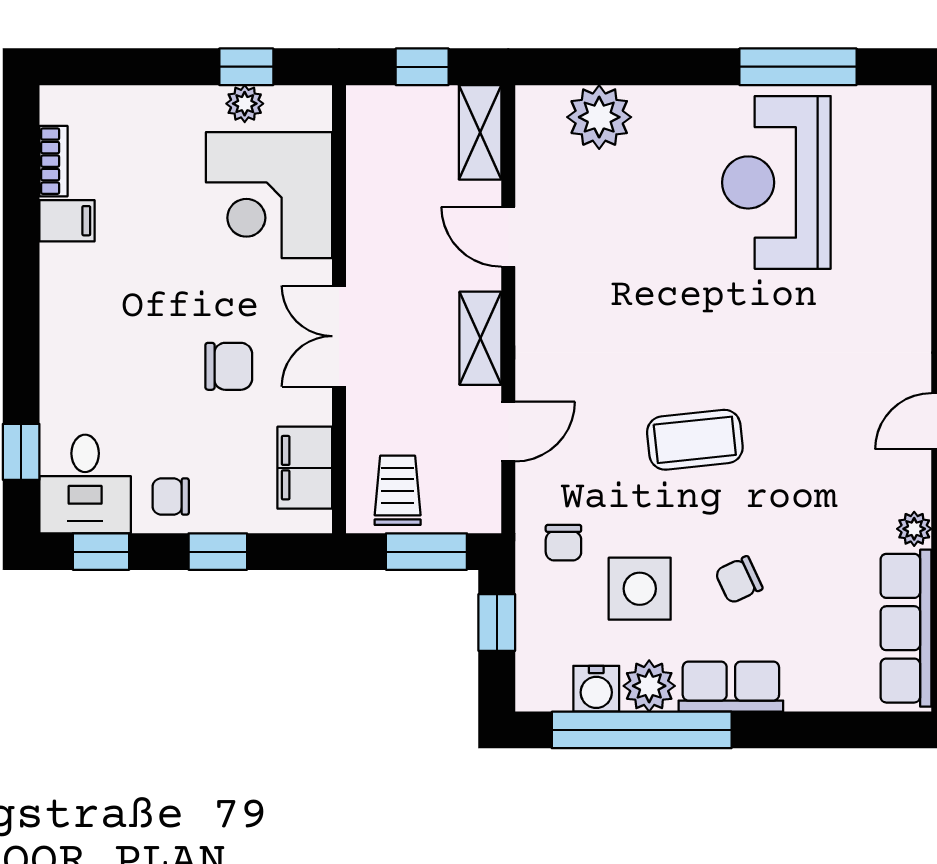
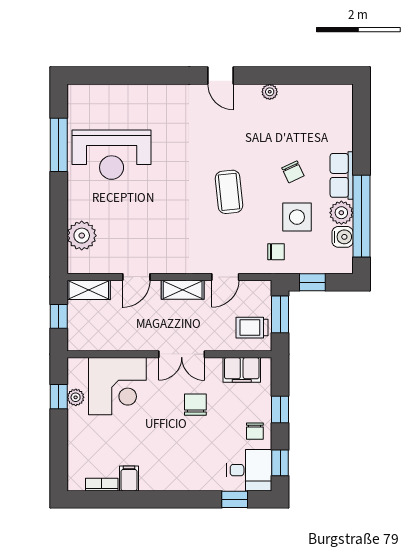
door: (508, 432) -> (225, 277), swing flipped
row of seats: (906, 628) -> (315, 96), removed

